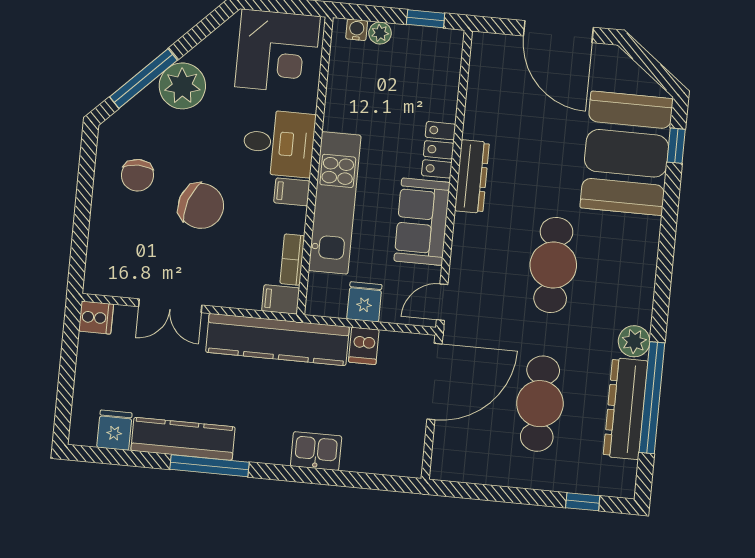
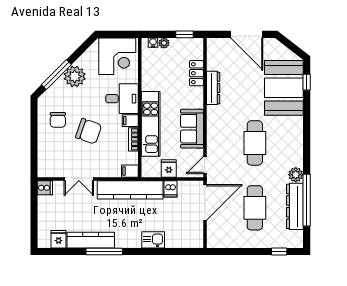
locker: (439, 150) -> (196, 73), moved
dresser: (472, 176) -> (213, 88), moved
bookcase: (292, 260) -> (133, 139), moved

